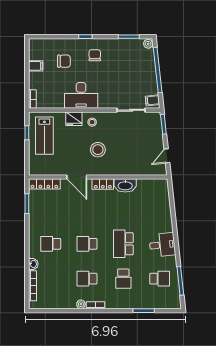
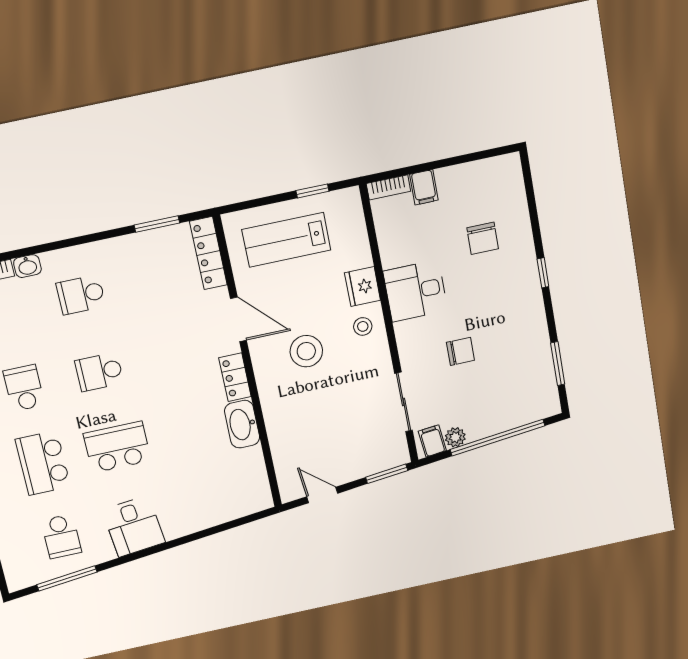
plant: (148, 44) -> (455, 437), moved
chair: (95, 55) -> (460, 351), moved
filing cabinet: (36, 66) -> (424, 187), moved
desk: (81, 95) -> (415, 291), width x0.73
lab bench: (44, 136) -> (286, 240), moved
door: (77, 177) -> (238, 319), swing flipped
school desk: (51, 244) -> (81, 295), turned -90
school desk: (87, 244) -> (99, 372), turned -90
school desk: (123, 279) -> (43, 463), width x1.85

